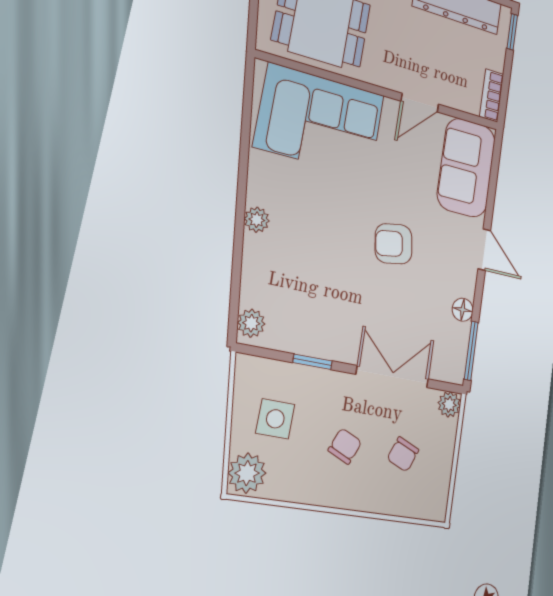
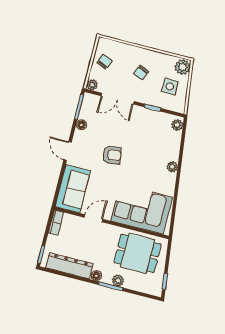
chair: (403, 454) -> (104, 62), moved

